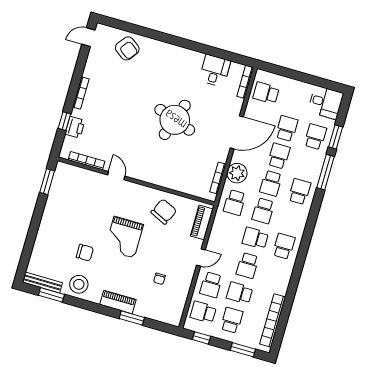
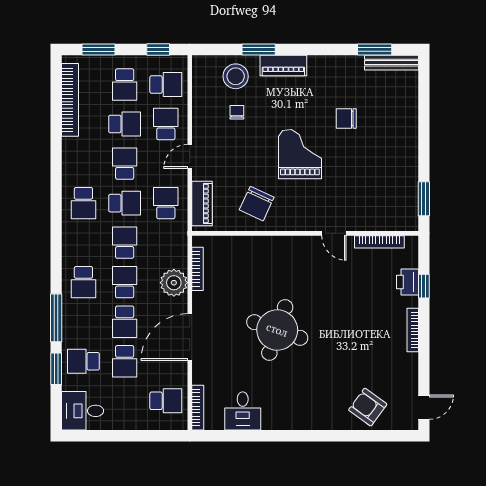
school desk: (315, 137) -> (83, 361), turned 90
school desk: (235, 203) -> (166, 203), moved
stool: (79, 284) -> (236, 76), moved

